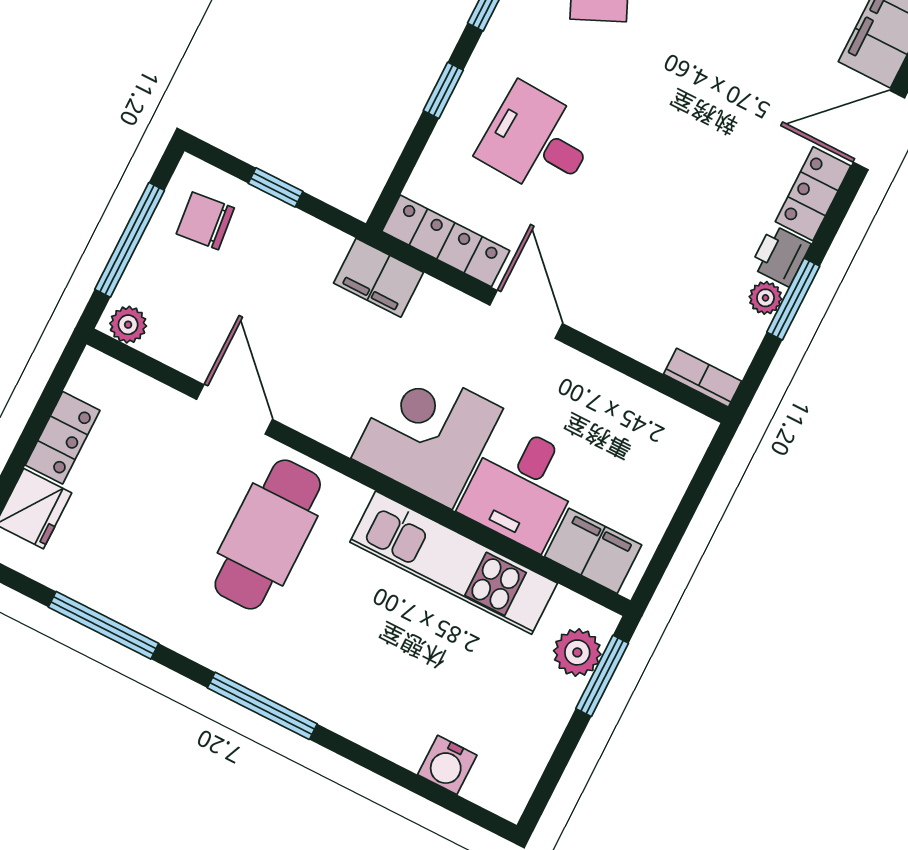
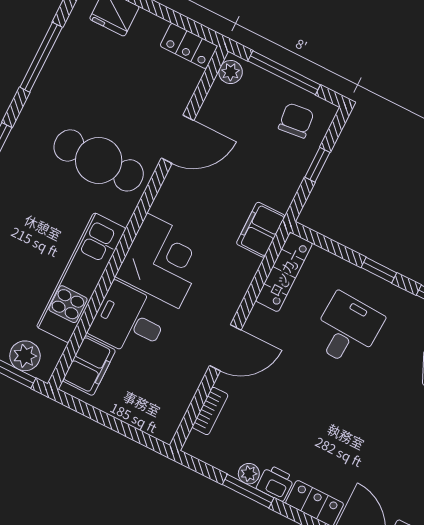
door: (526, 314) -> (225, 348), moved
bookcase: (703, 378) -> (210, 411), moved
locker: (63, 438) -> (189, 46), moved

